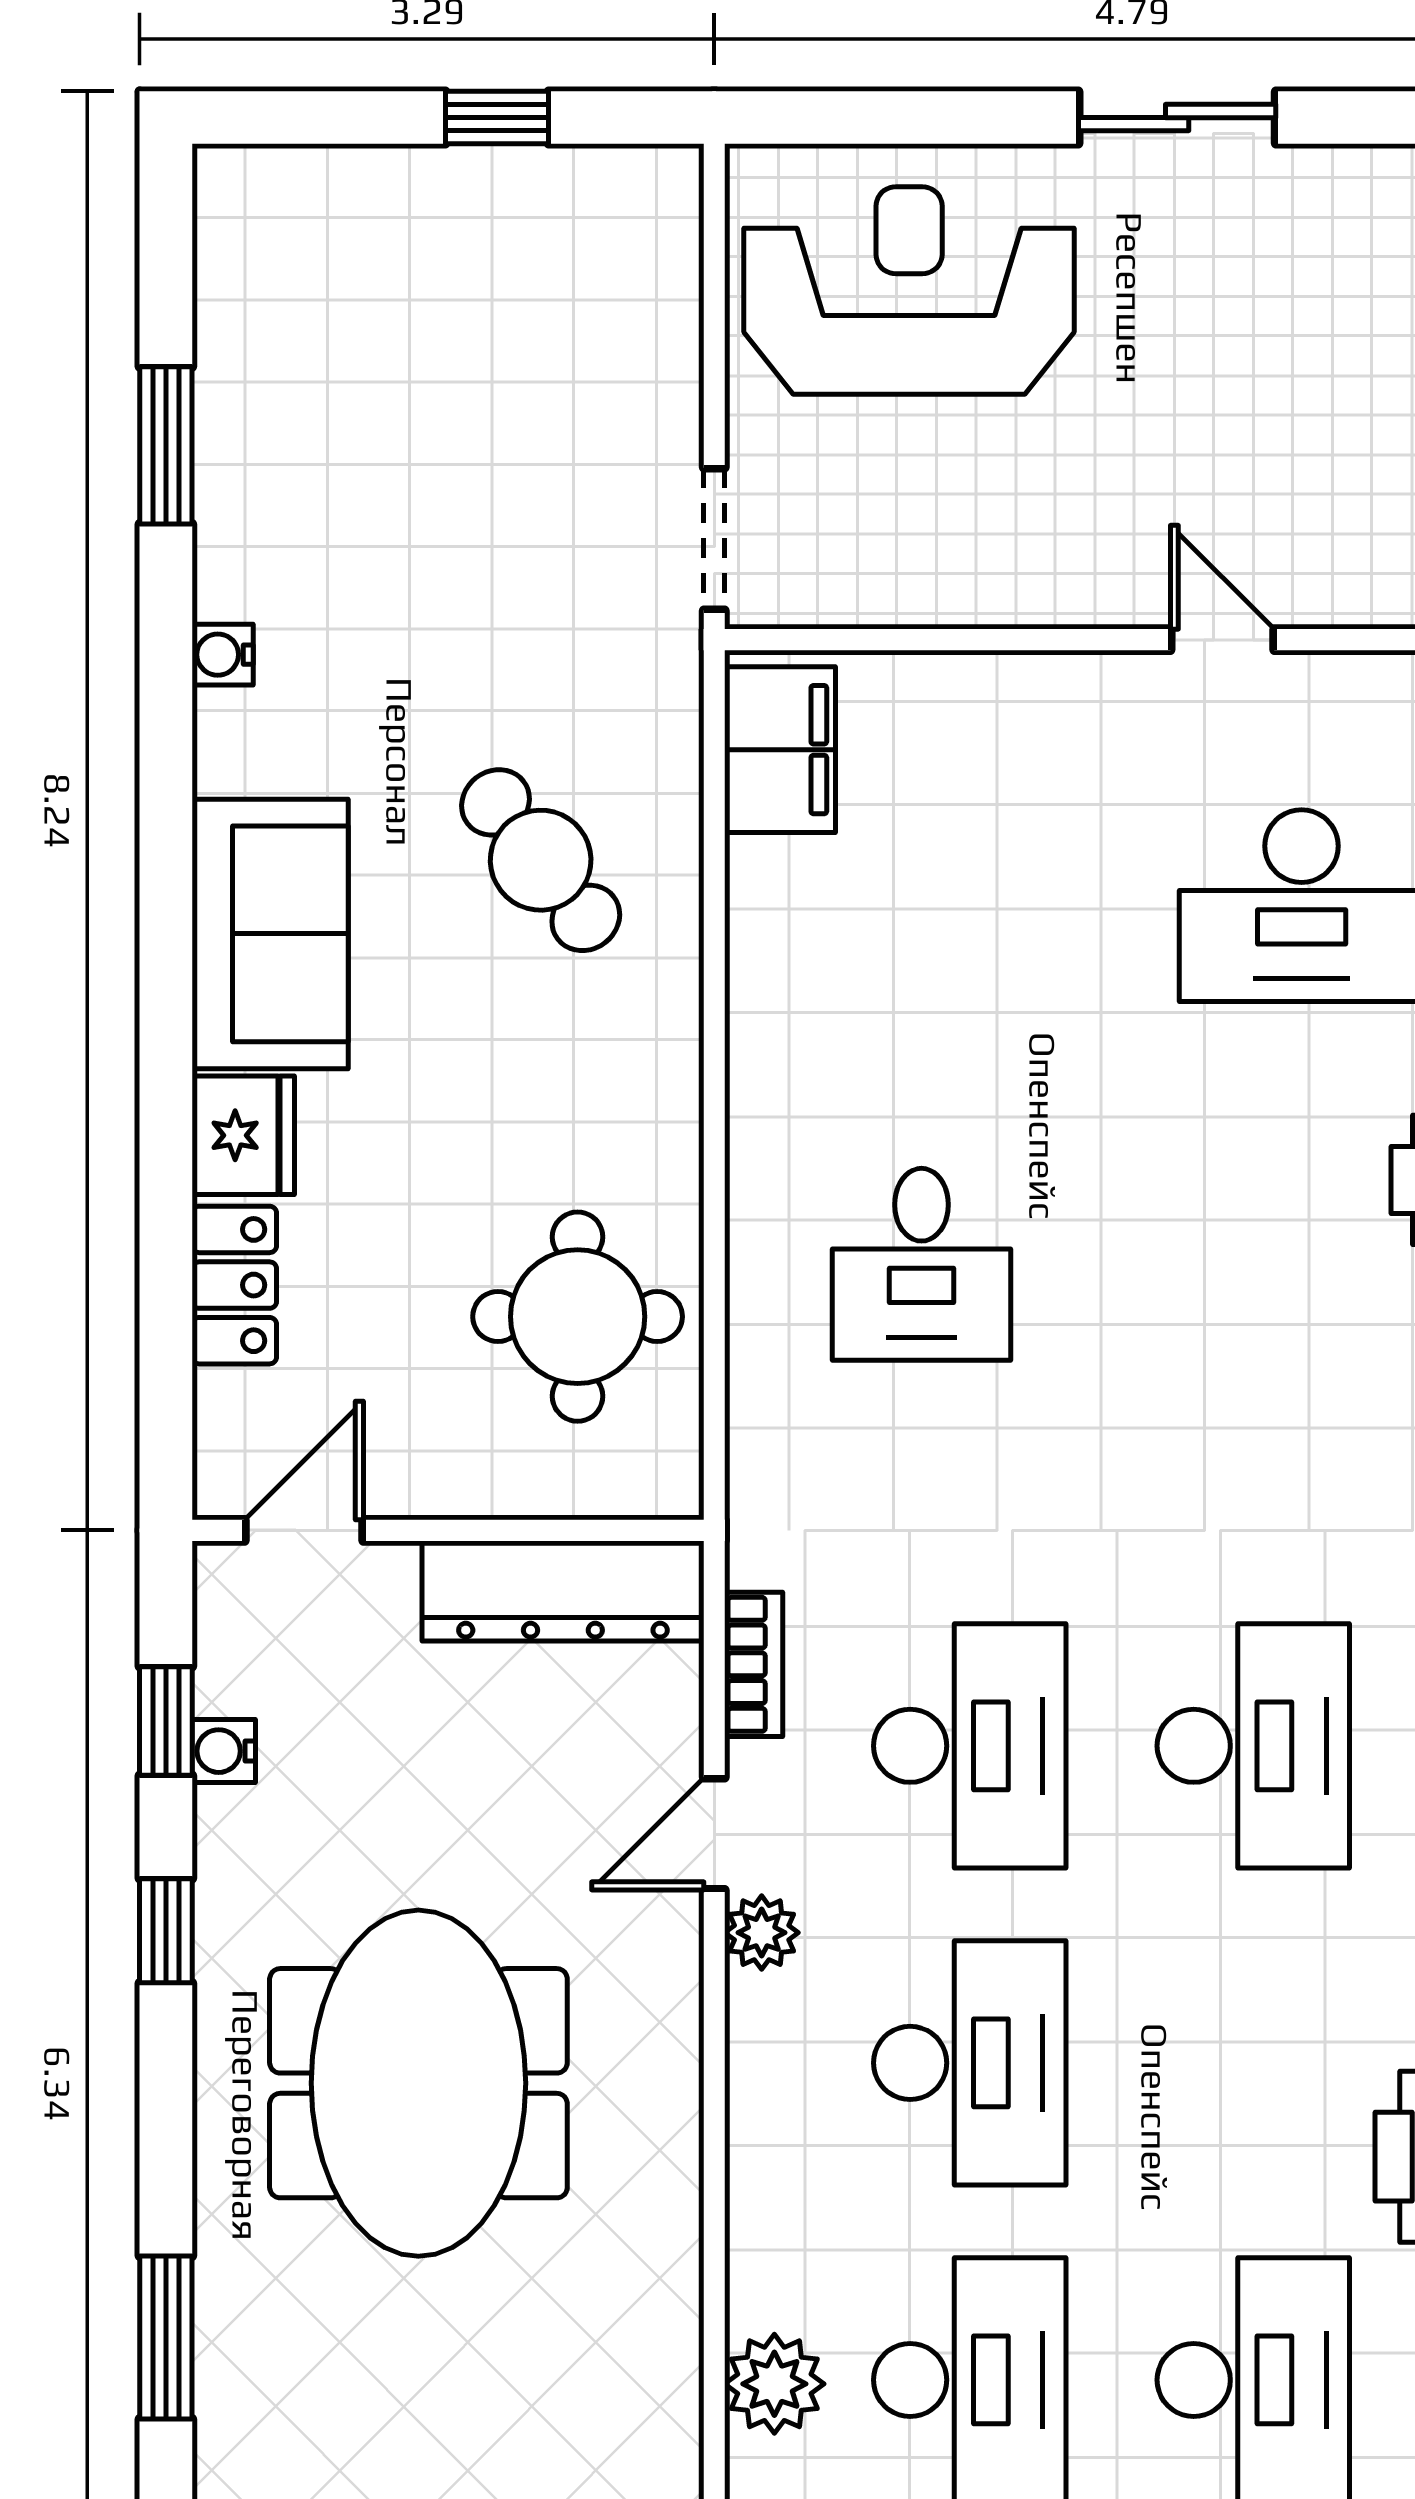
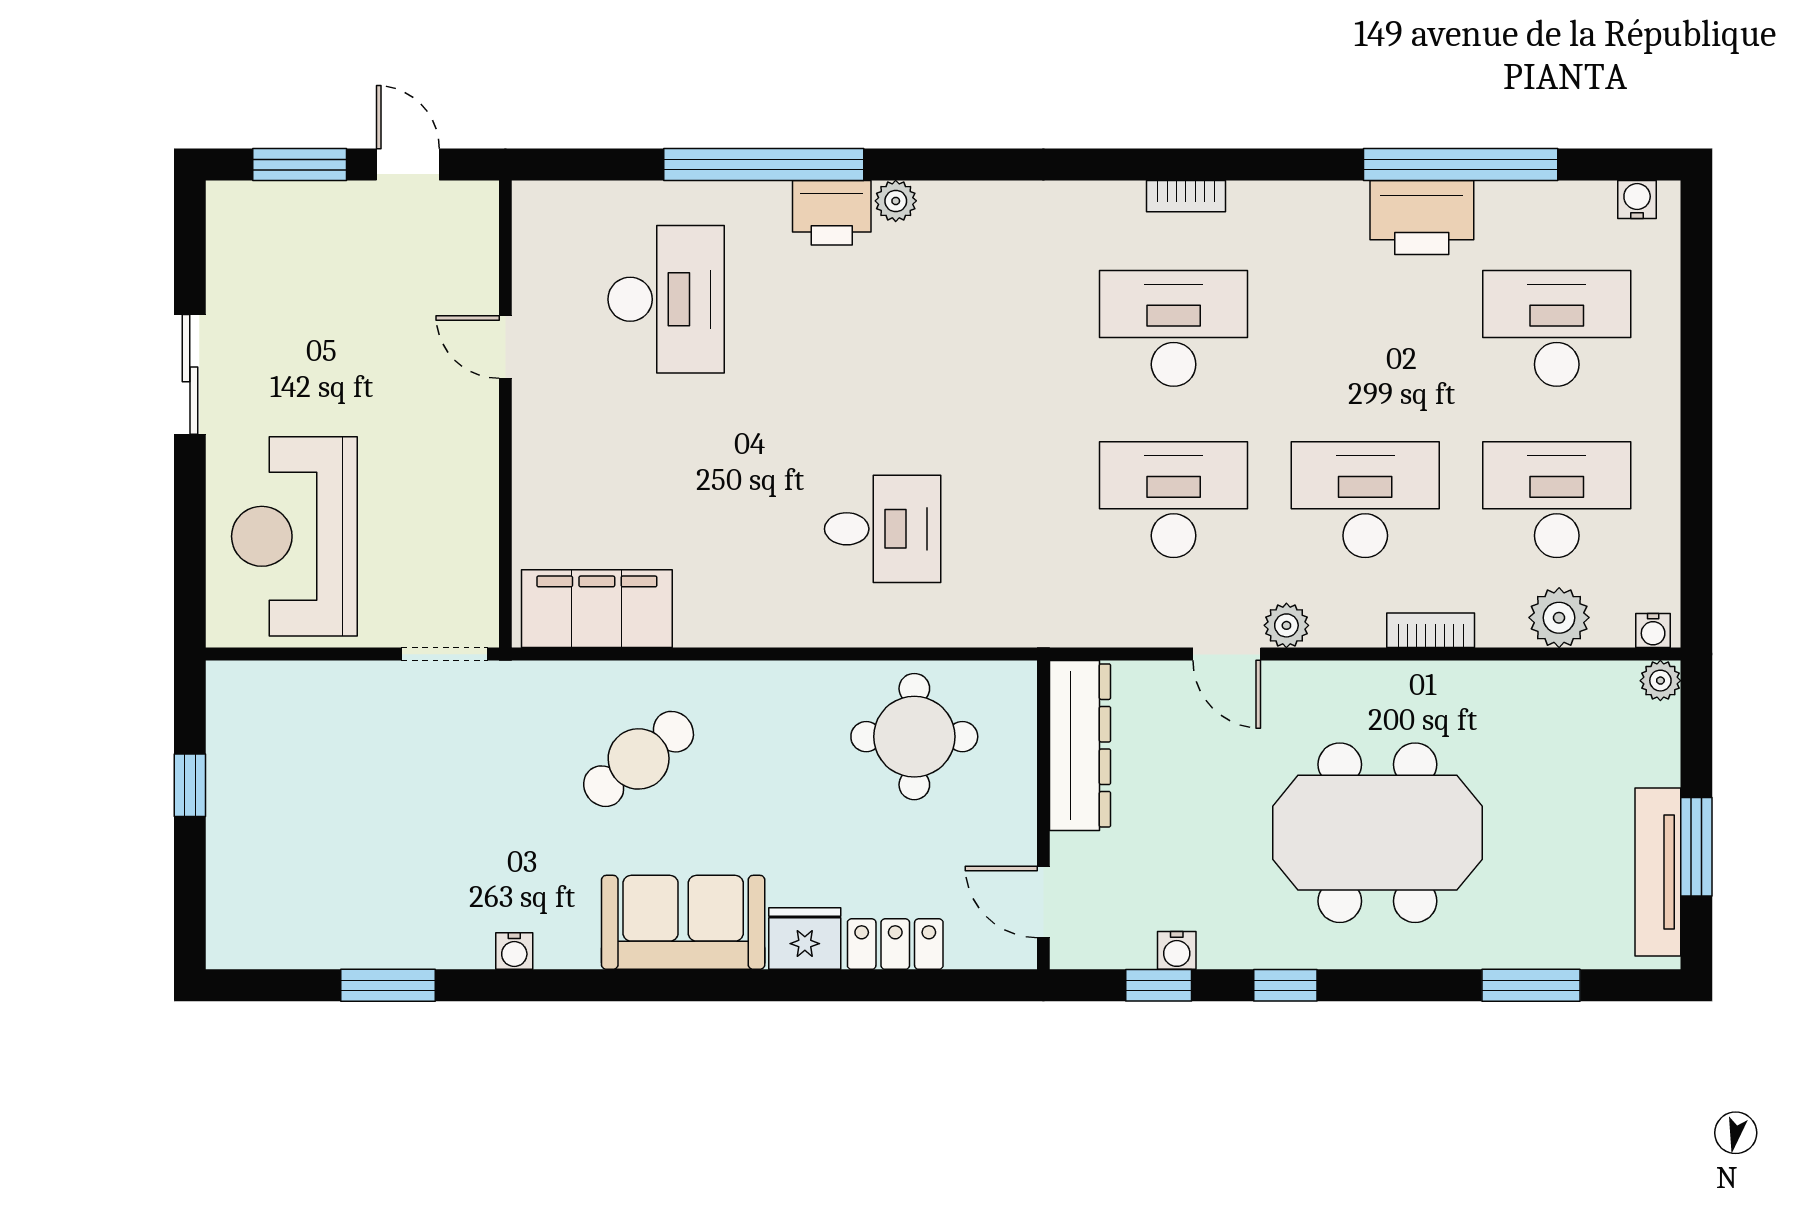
door: (1222, 640) -> (505, 347), hinge flipped
filing cabinet: (780, 750) -> (597, 609), width x1.50, depth x1.17
bookcase: (754, 1664) -> (1431, 630), moved

